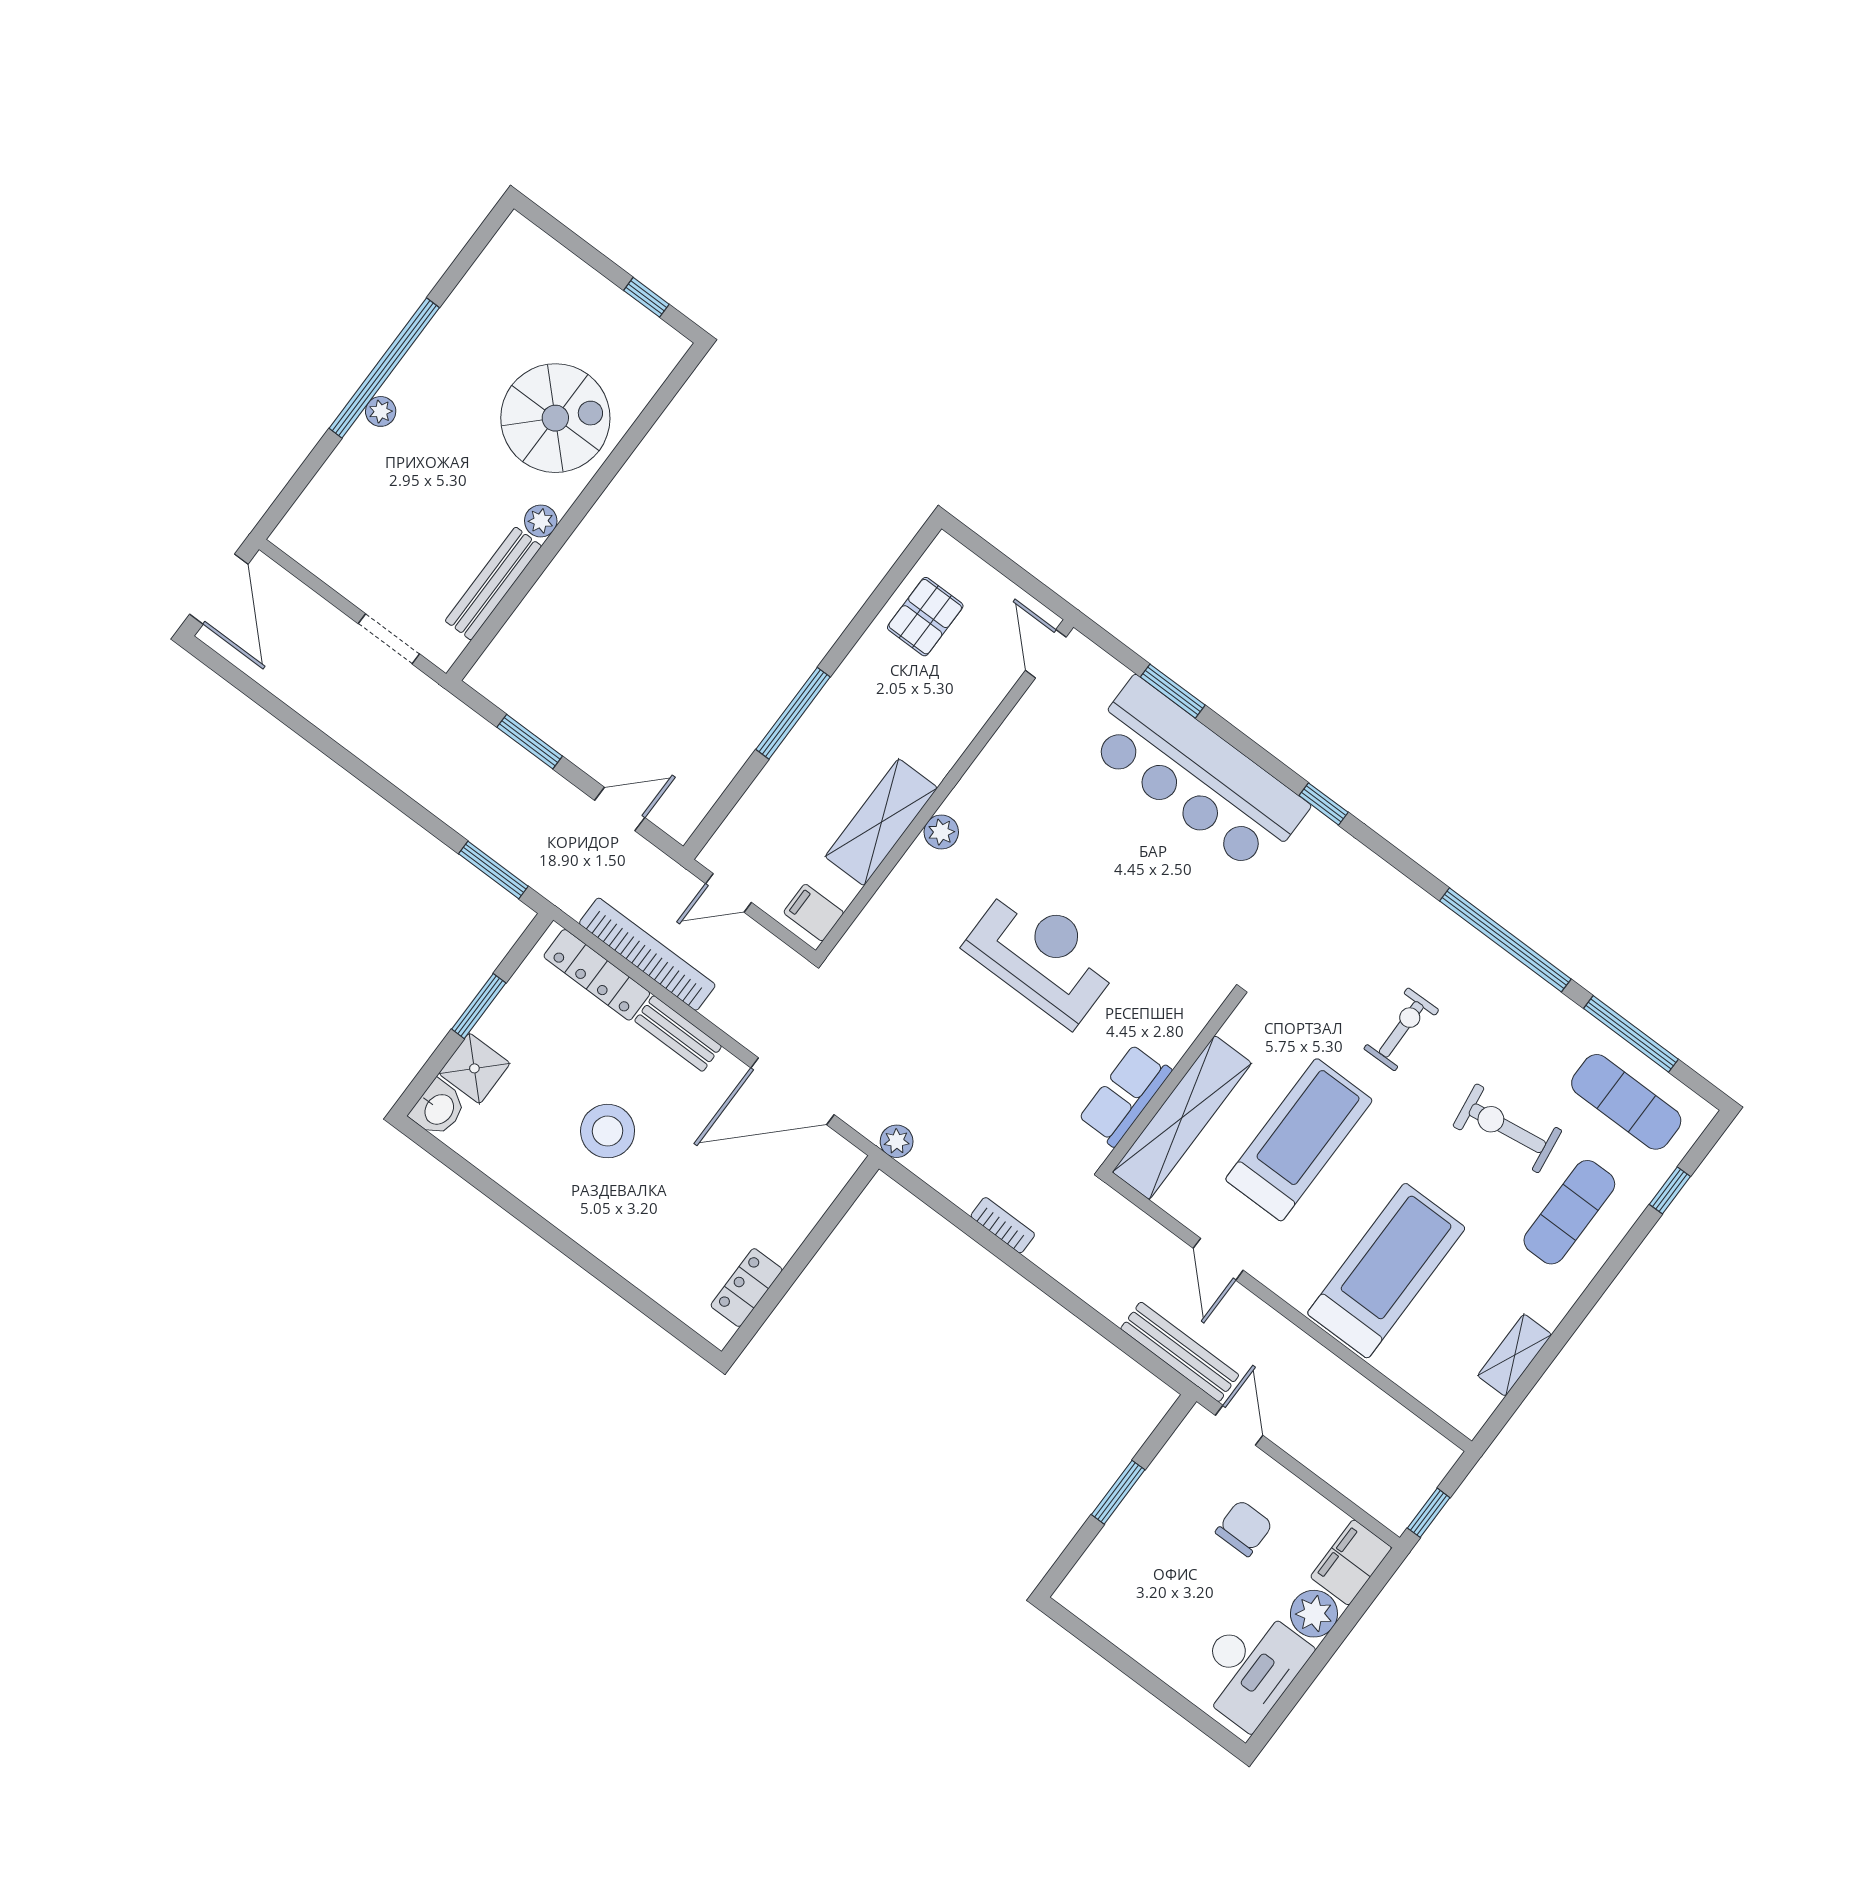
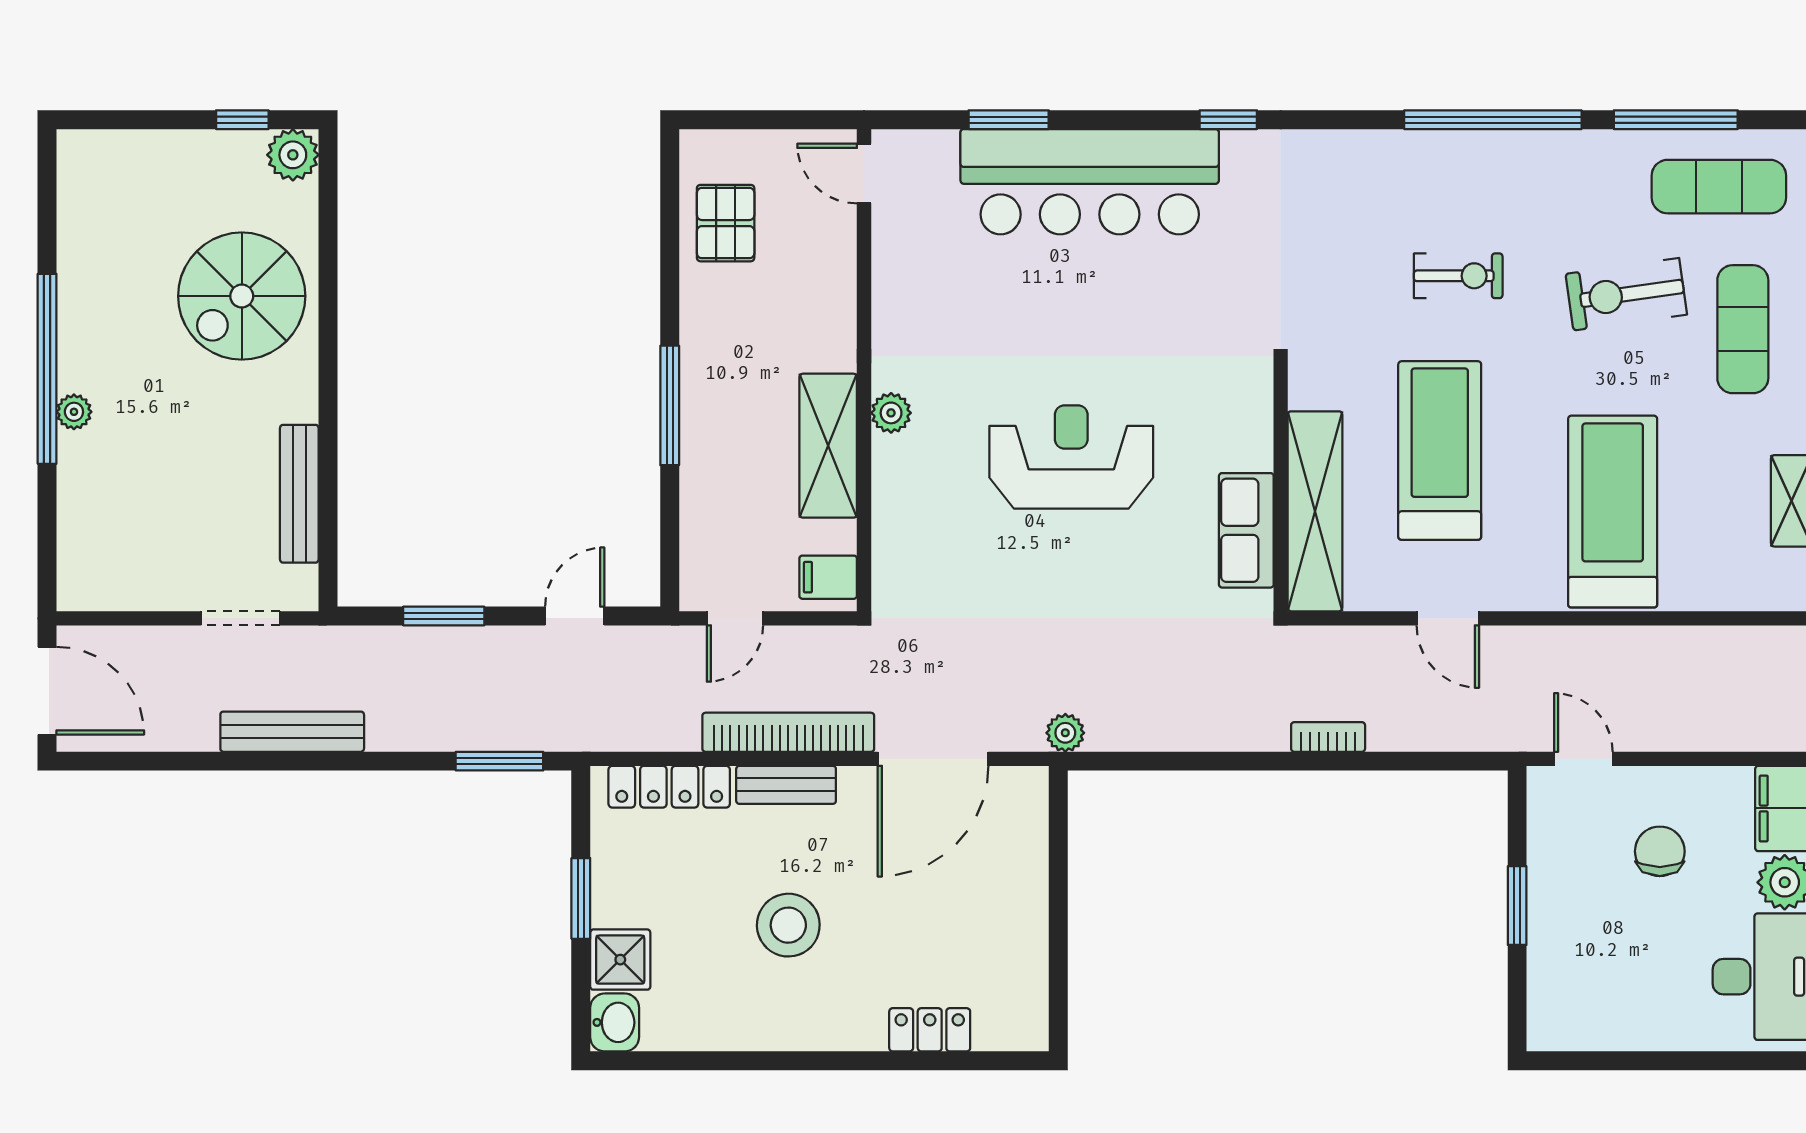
spiral stairs: (555, 418) -> (242, 296), turned 180
plant: (541, 521) -> (293, 155), moved, width x1.38, depth x1.38
bookcase: (647, 954) -> (788, 732), moved
exercise bike: (1401, 1029) -> (1458, 276), turned 91
bookcase: (1003, 1225) -> (1328, 737), moved
locker: (747, 1288) -> (930, 1030), moved, turned 90
bench: (1180, 1352) -> (292, 732), moved

